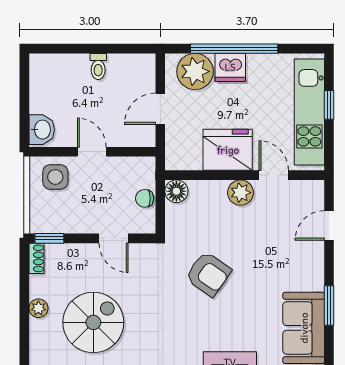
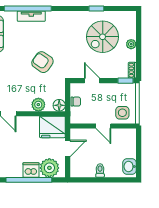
washbasin: (42, 130) -> (129, 167), moved
fridge: (228, 150) -> (52, 127), moved
plant: (241, 193) -> (38, 105), moved

